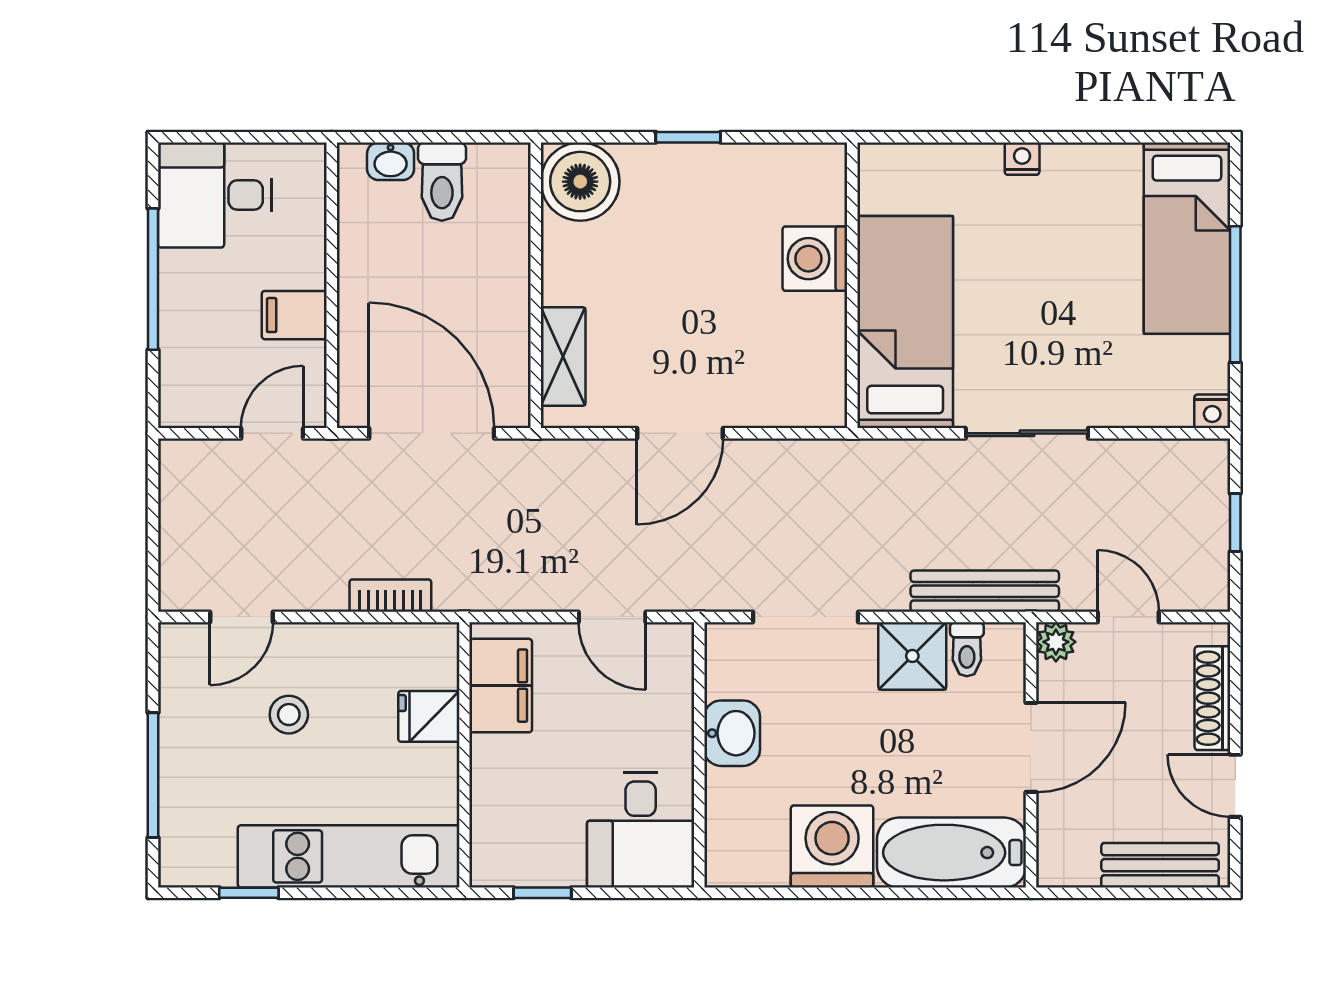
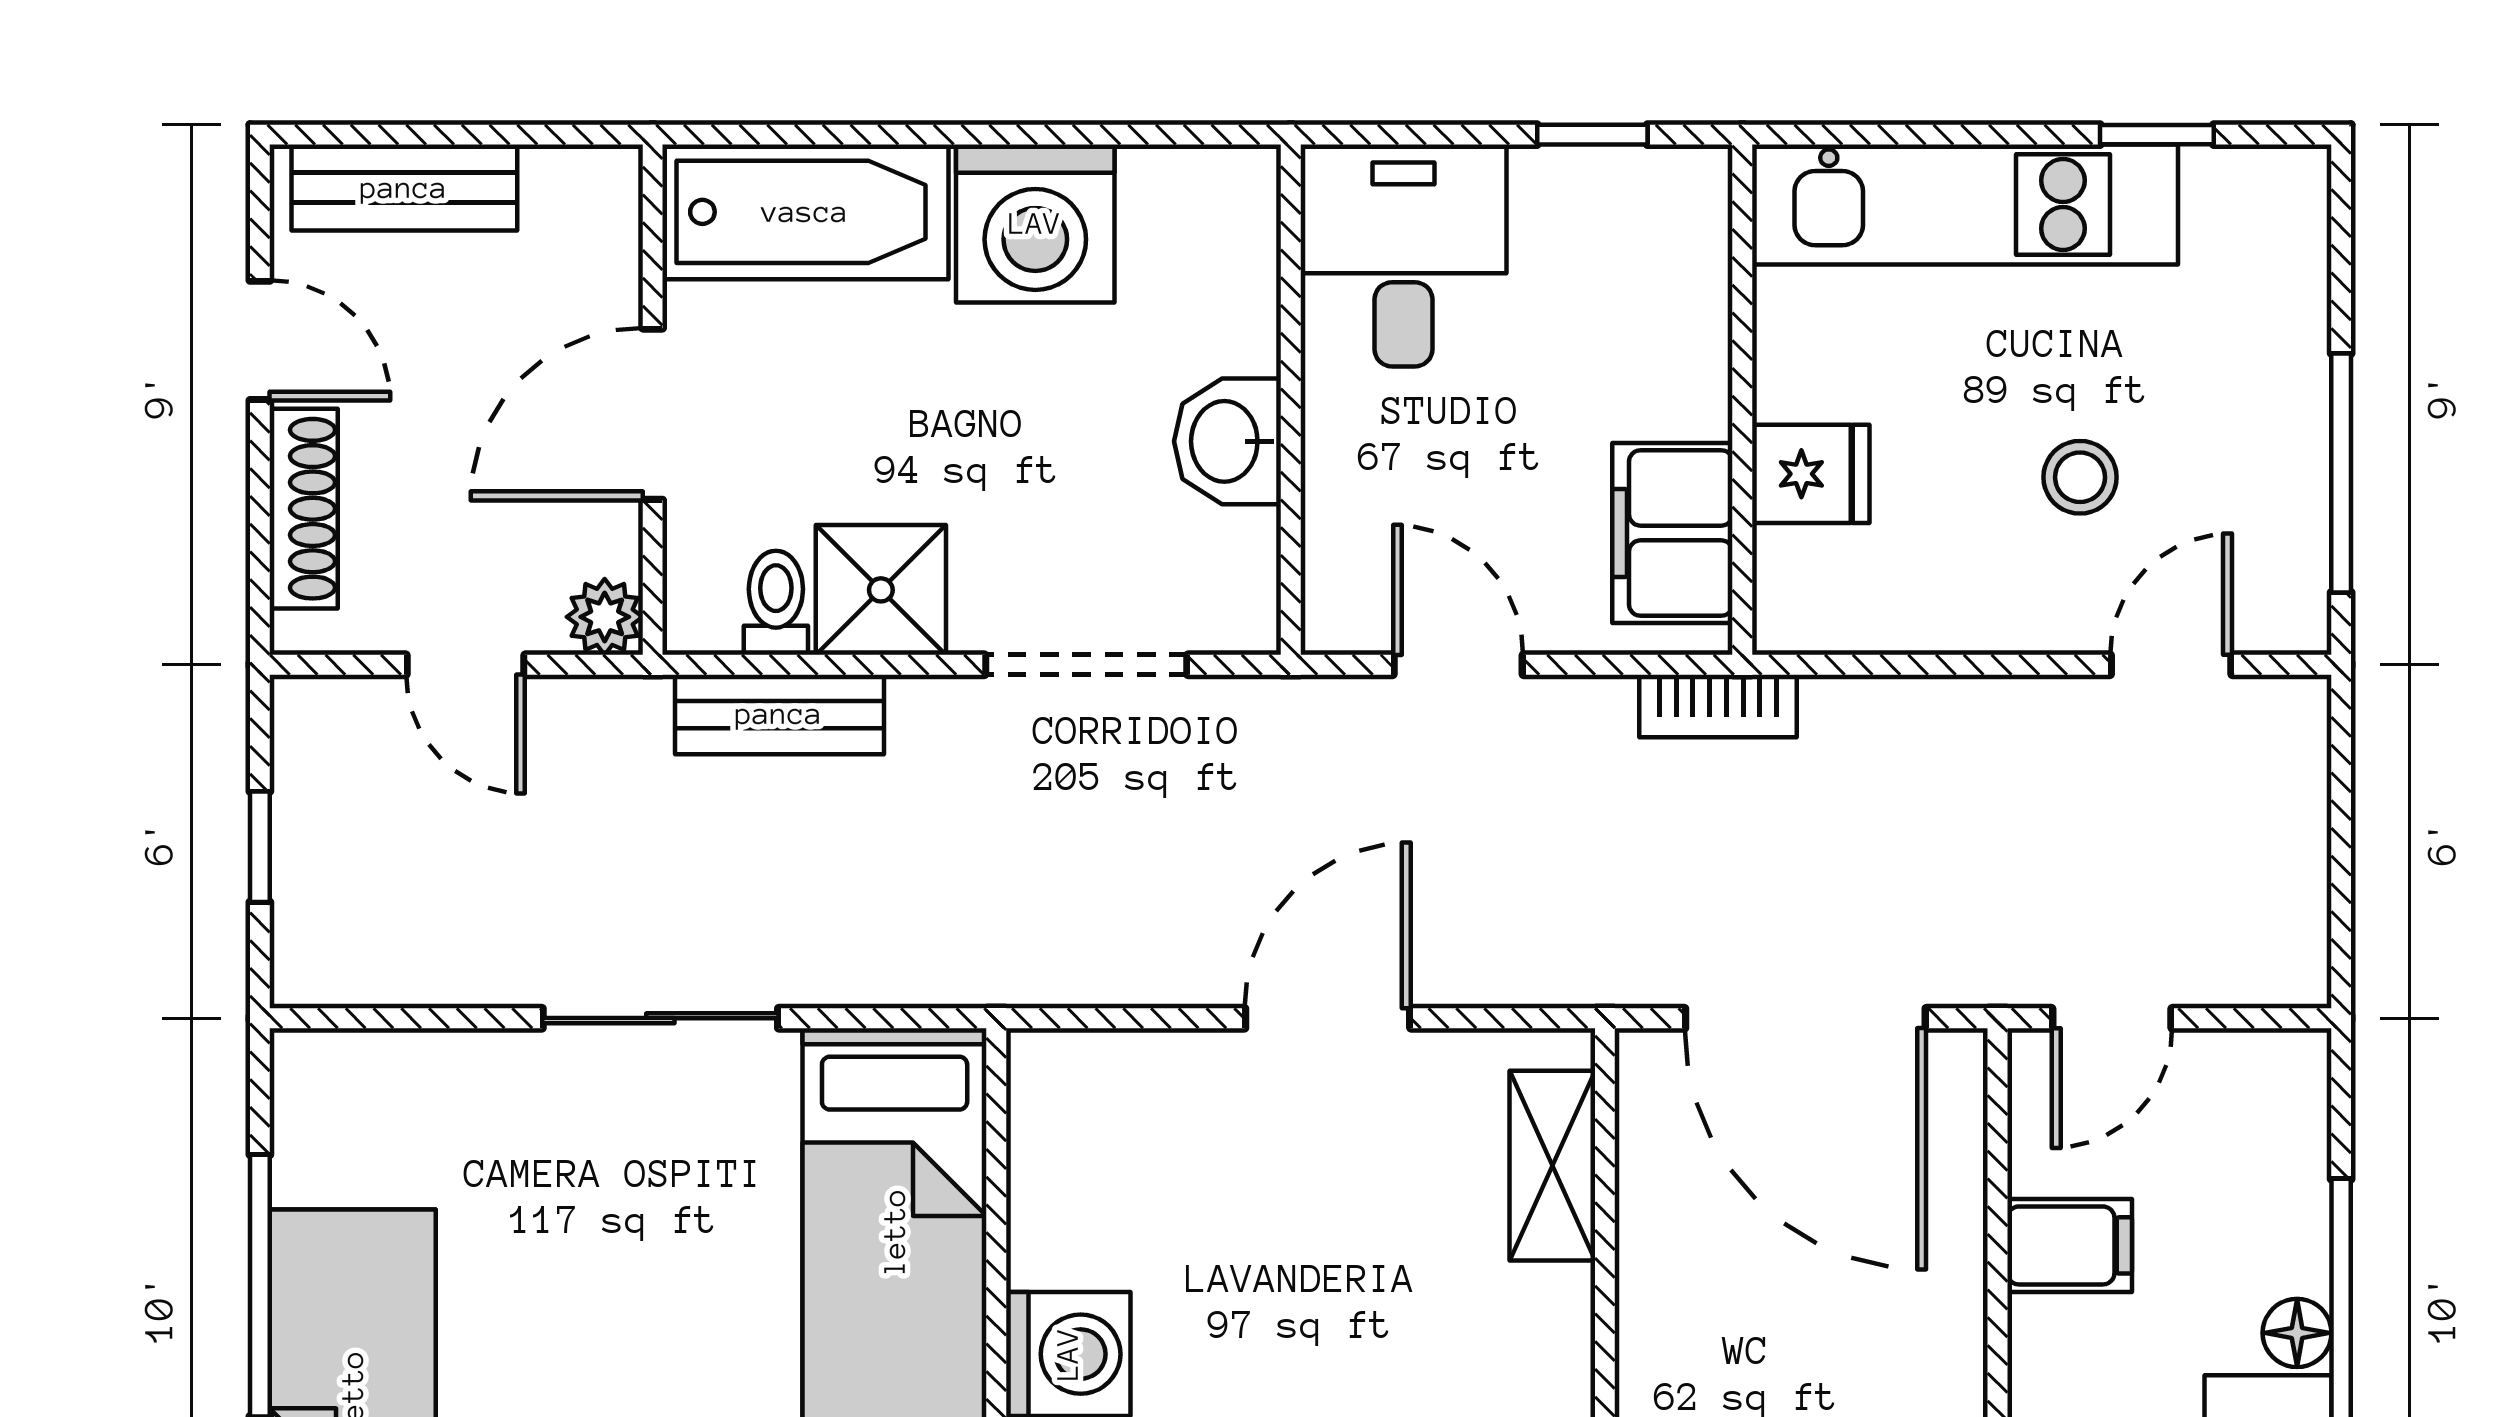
floor lamp: (176, 270) -> (2297, 1333), added
nightstand: (1212, 411) -> (304, 1060), removed
bench: (985, 591) -> (779, 714), width x0.73
bookcase: (390, 596) -> (1718, 706), moved
window: (153, 775) -> (2341, 473), moved

